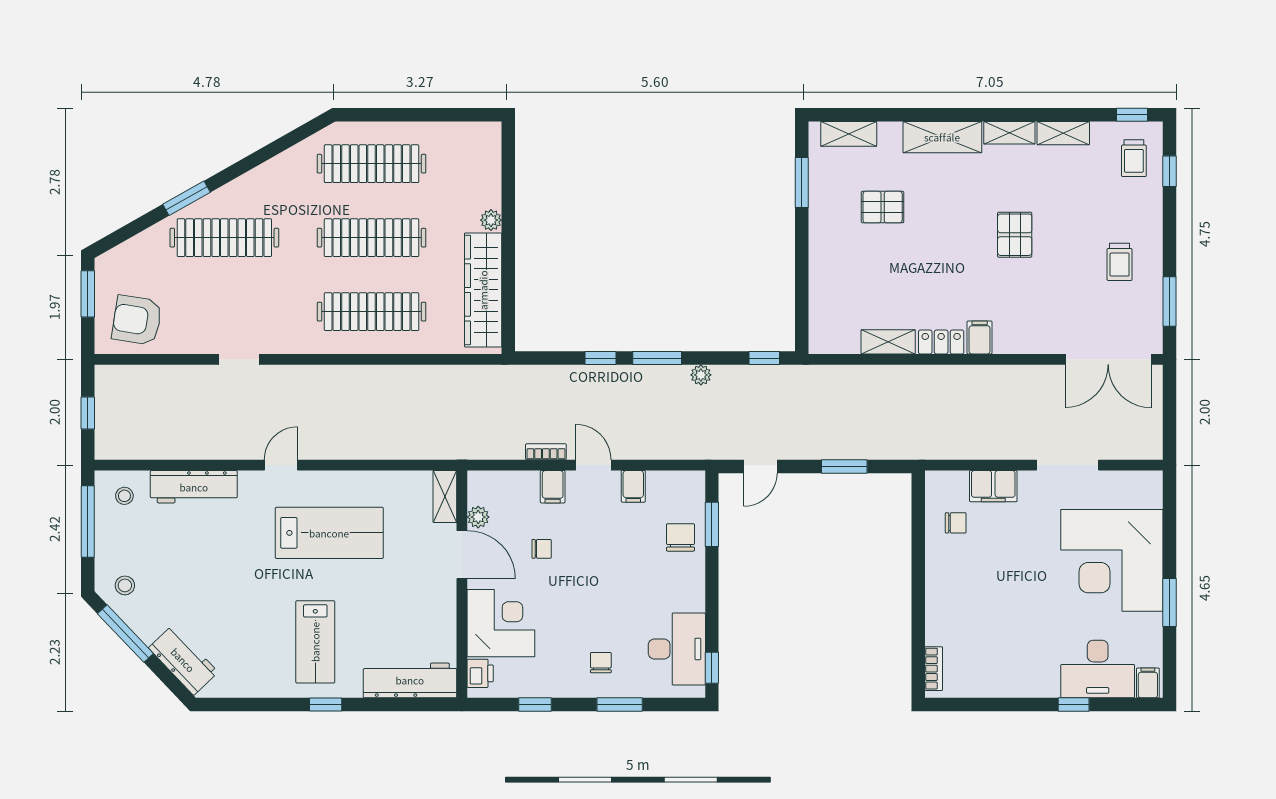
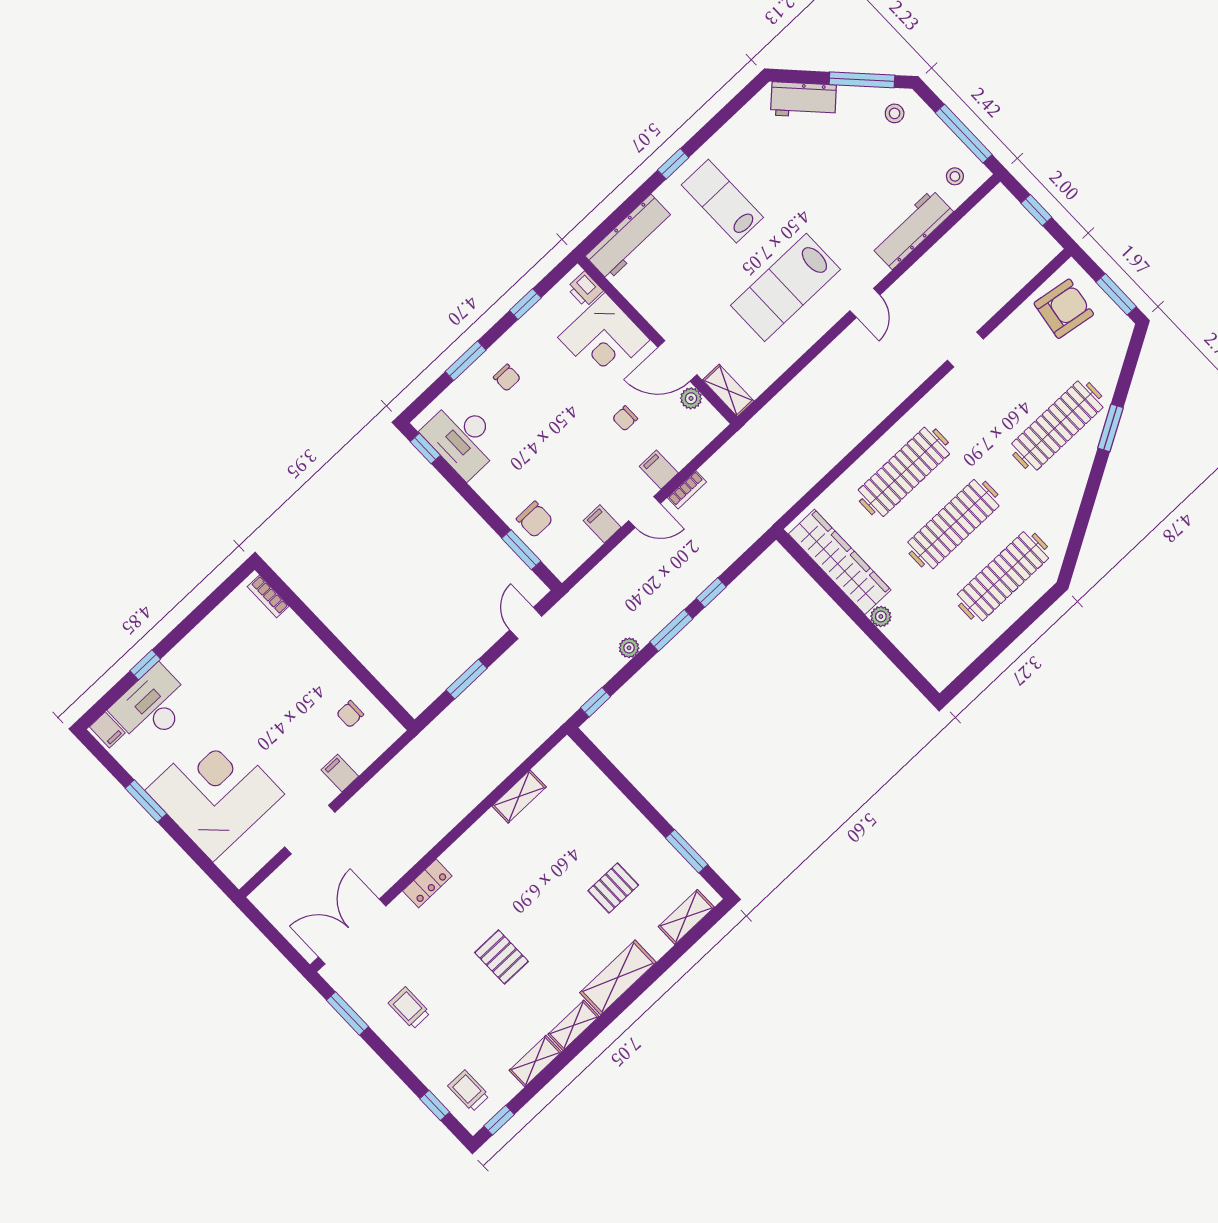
filing cabinet: (980, 337) -> (457, 861), removed
locker: (941, 342) -> (427, 883), moved
filing cabinet: (993, 486) -> (340, 773), width x0.50

